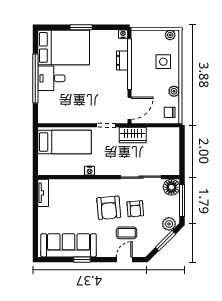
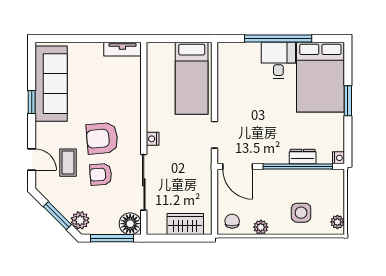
wardrobe: (133, 135) -> (185, 224), moved, turned 90
nightstand: (90, 171) -> (153, 139), moved

